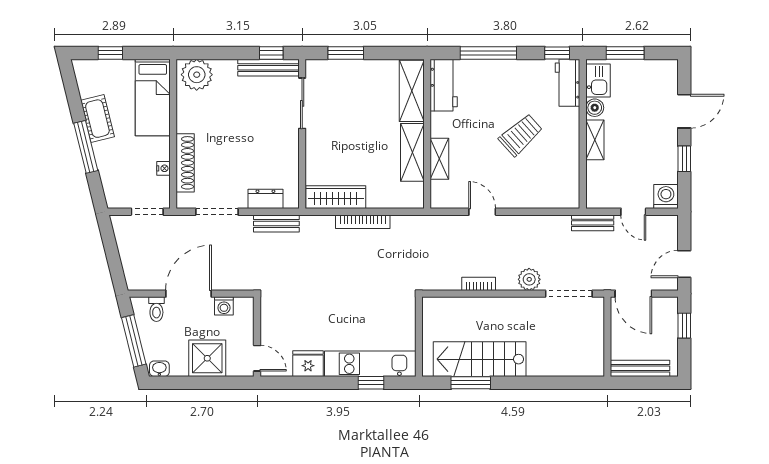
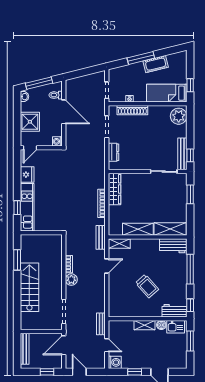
window: (110, 53) -> (190, 85), moved
shelving: (439, 159) -> (119, 244), moved
door: (633, 212) -> (107, 345), swing flipped
bench: (276, 223) -> (101, 237), moved
plant: (529, 279) -> (71, 280), moved
washing machine: (224, 306) -> (57, 141), moved
stairs: (480, 359) -> (29, 287), moved

